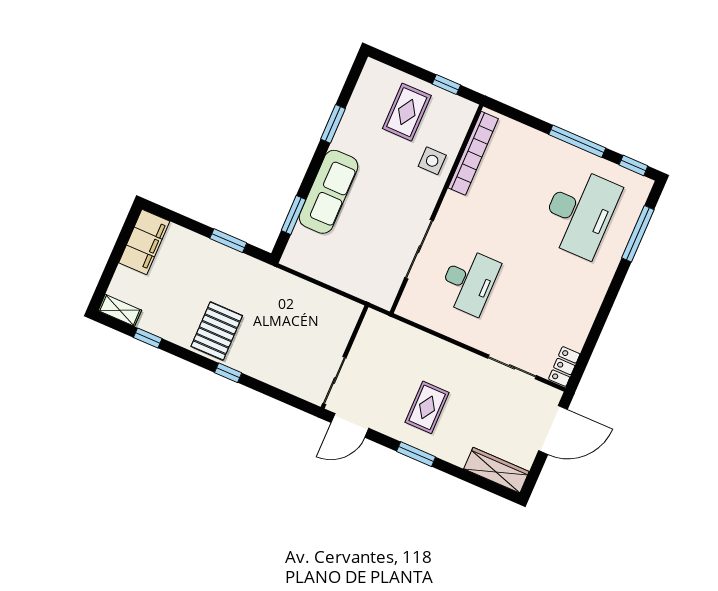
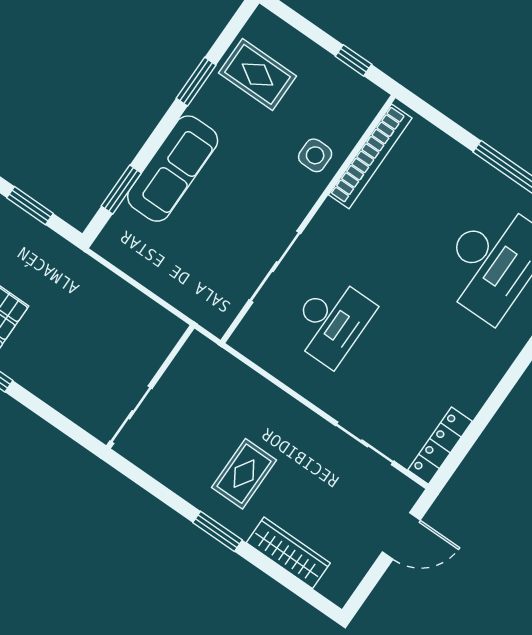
rug: (407, 112) -> (257, 74), moved, turned 90
locker: (564, 366) -> (440, 446), width x1.53
door: (350, 425) -> (139, 477), removed
door: (553, 430) -> (401, 536), width x0.73
wardrobe: (496, 470) -> (288, 553), moved

